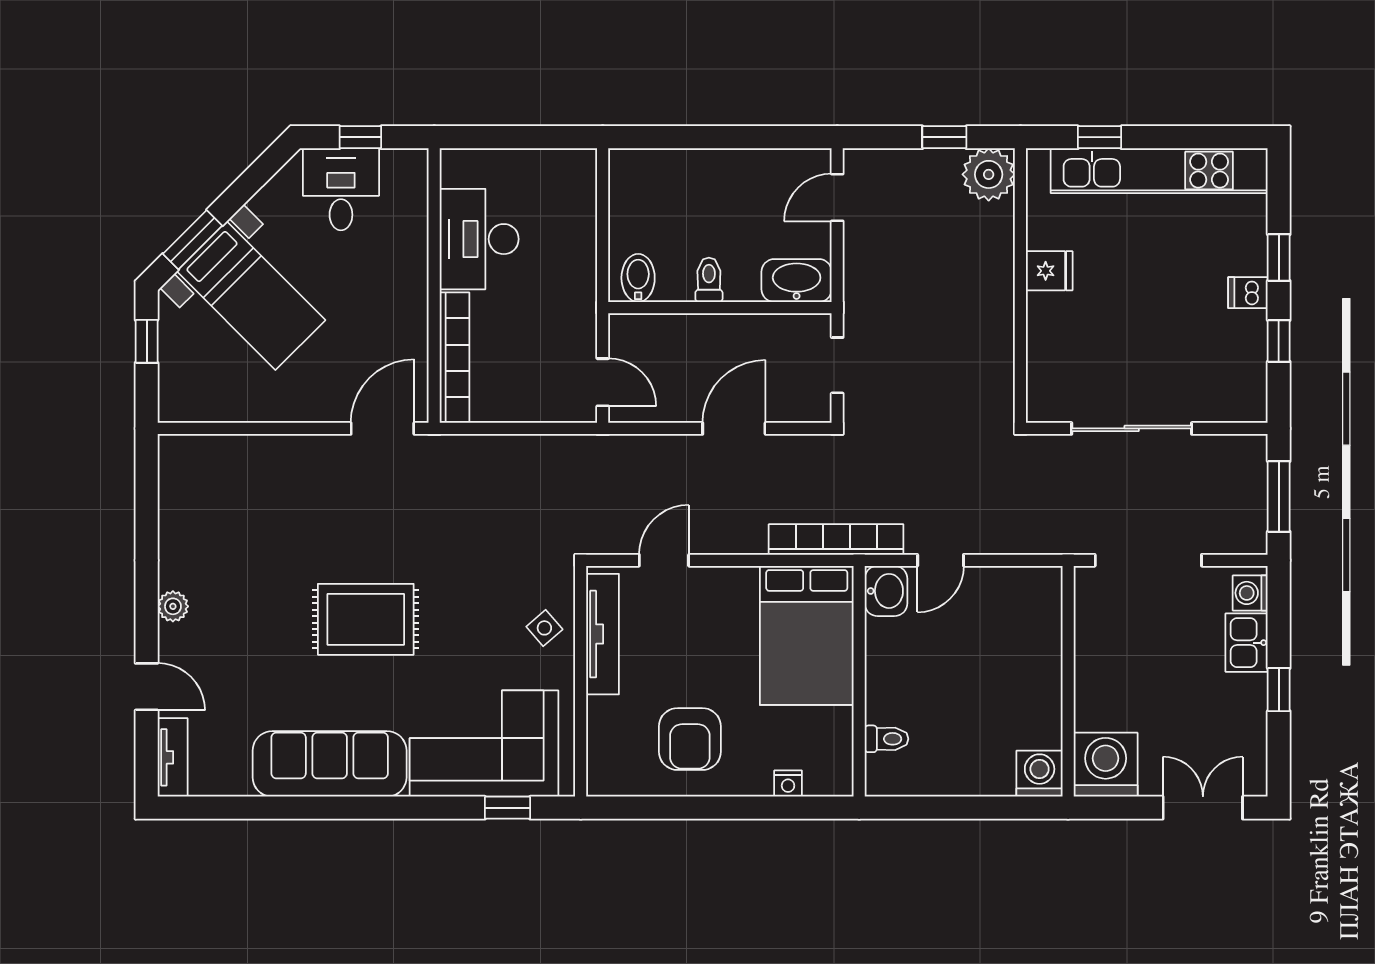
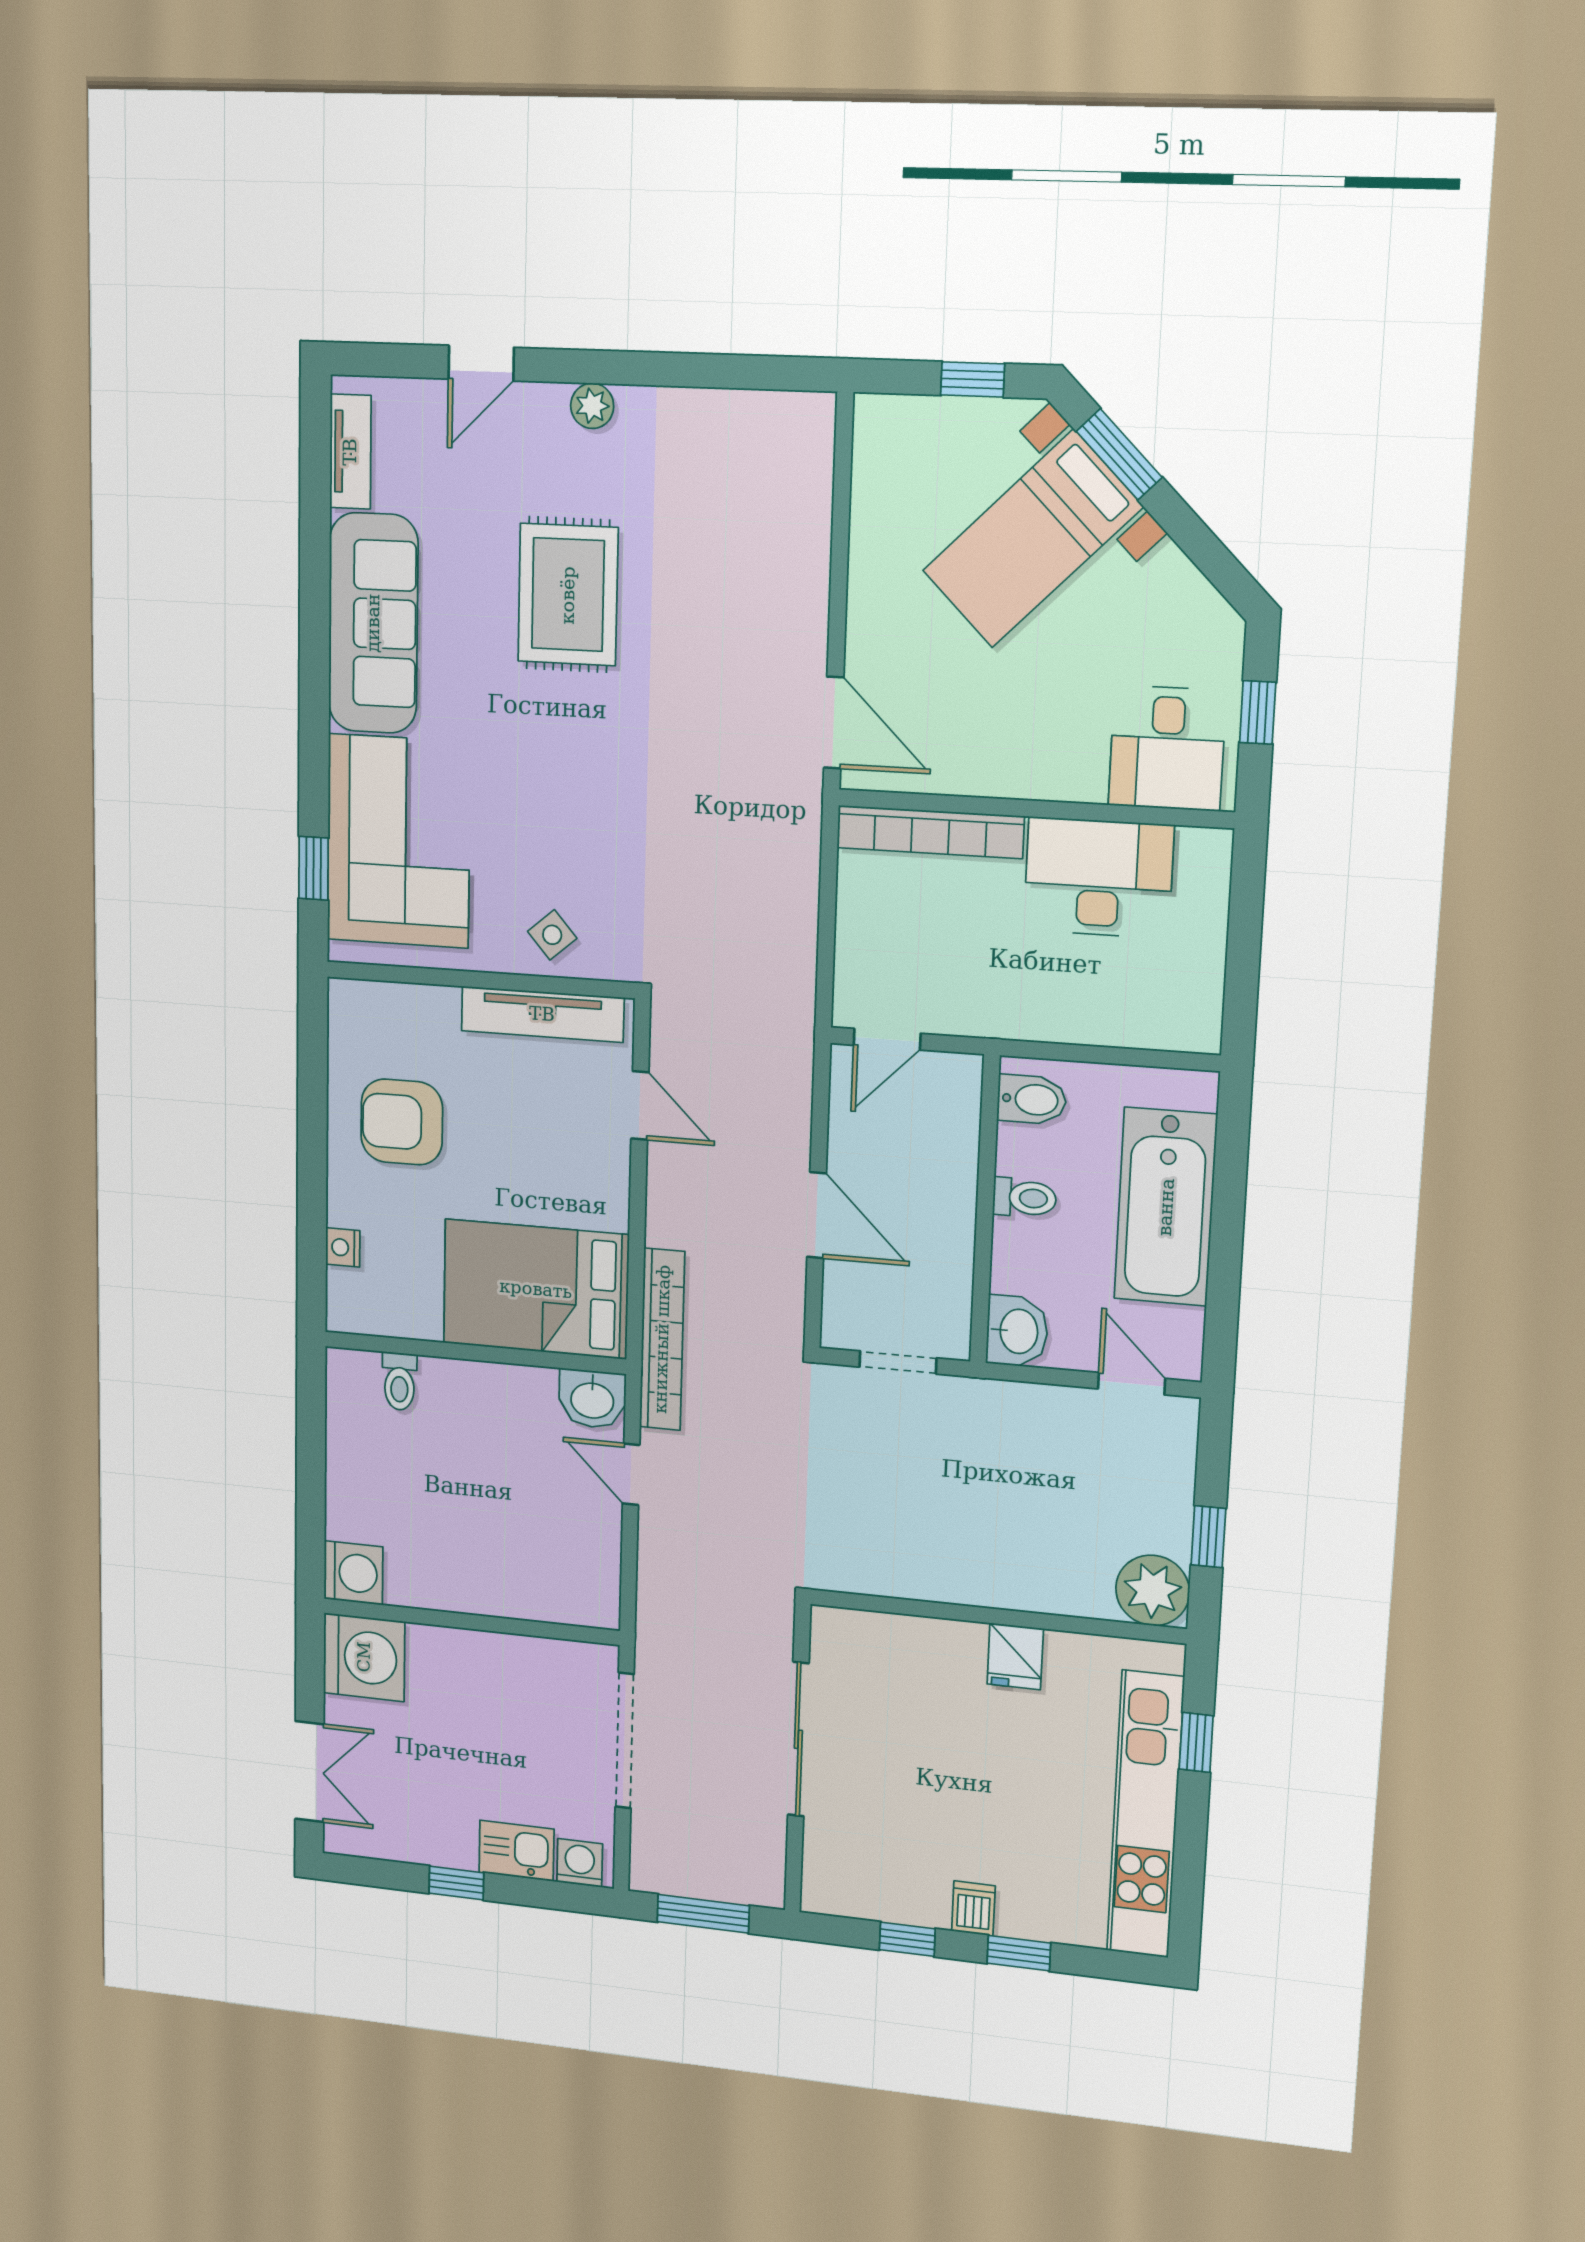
bathtub: (707, 181) -> (1166, 1207), added
desk: (341, 189) -> (1167, 748), moved, turned 90
washbasin: (797, 281) -> (1017, 1331), width x0.72
rug: (366, 619) -> (568, 595), moved
tv unit: (173, 757) -> (350, 452), moved, turned -90

